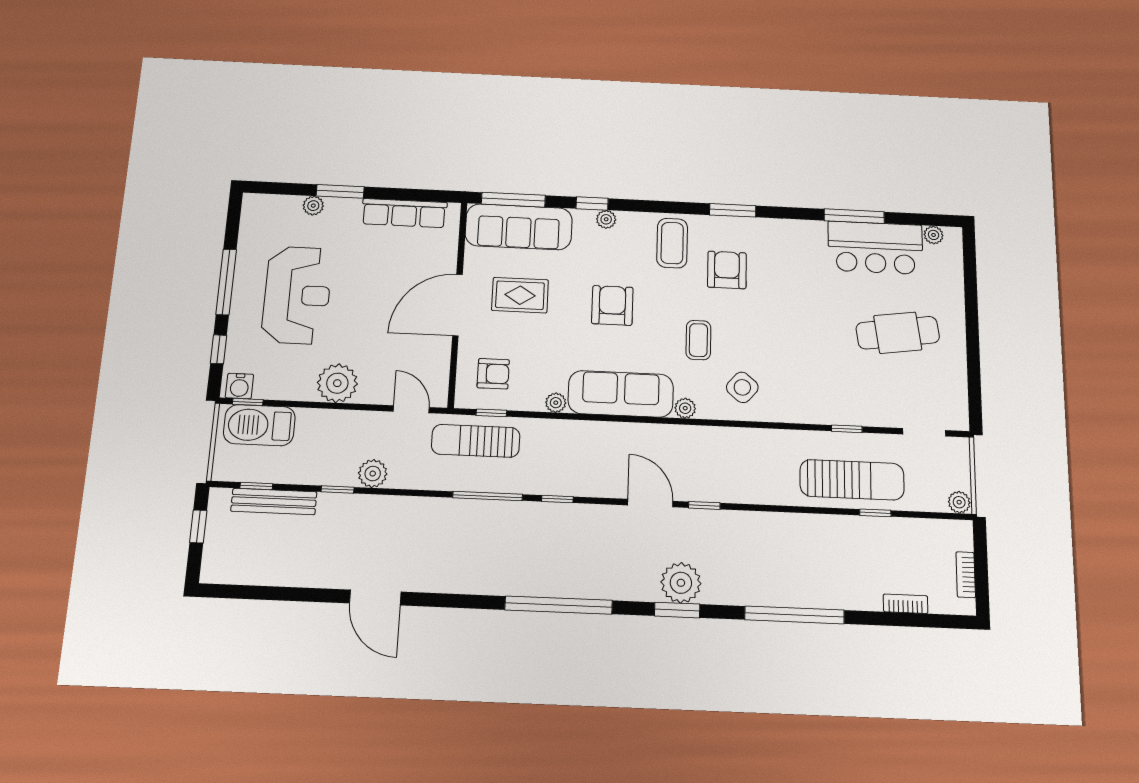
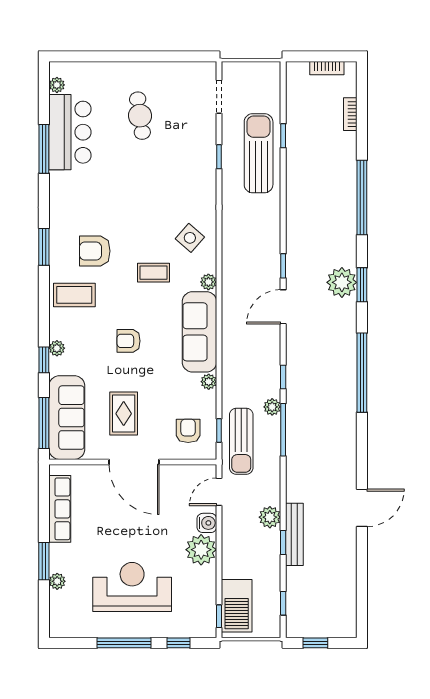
armchair: (612, 305) -> (128, 341), width x0.72, depth x0.72
cafe table: (898, 333) -> (140, 116), width x0.73, depth x0.74
water cooler: (239, 386) -> (207, 523), moved
bench: (274, 502) -> (294, 534), moved
plant: (959, 502) -> (272, 407), moved

